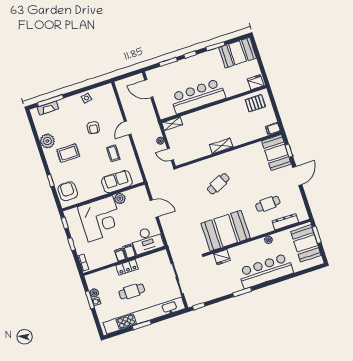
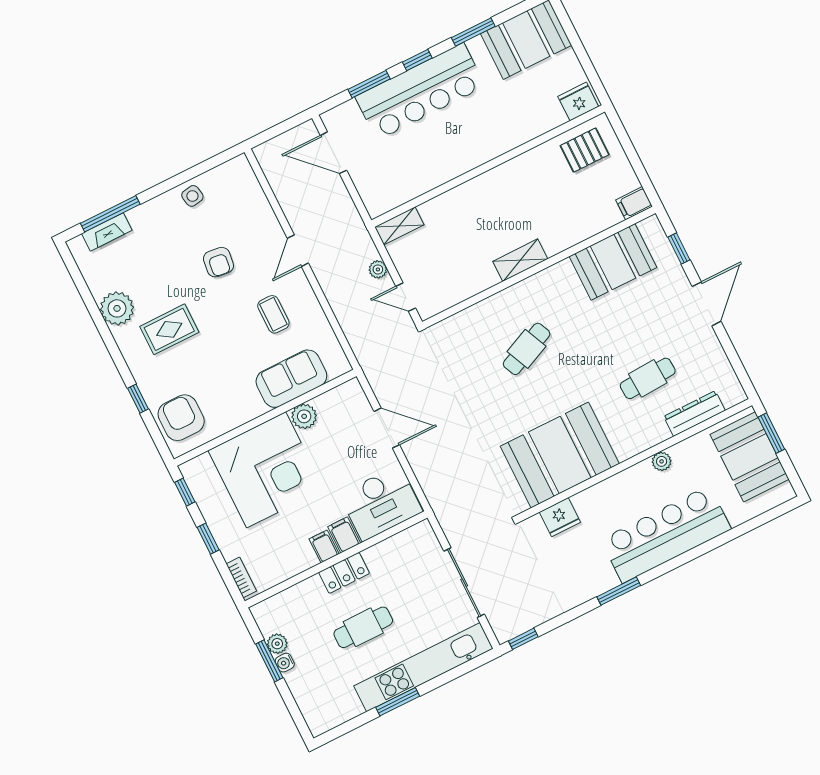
bar counter: (198, 96) -> (420, 92), moved, turned 180
booth: (276, 152) -> (613, 262), moved, turned 90
kitchen unit: (144, 316) -> (423, 667), width x0.73

